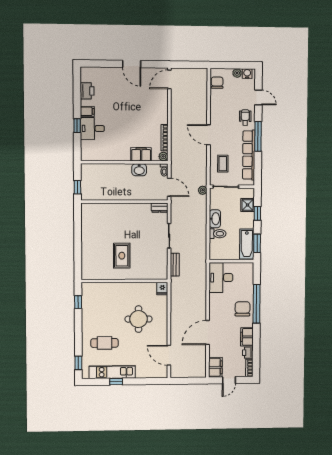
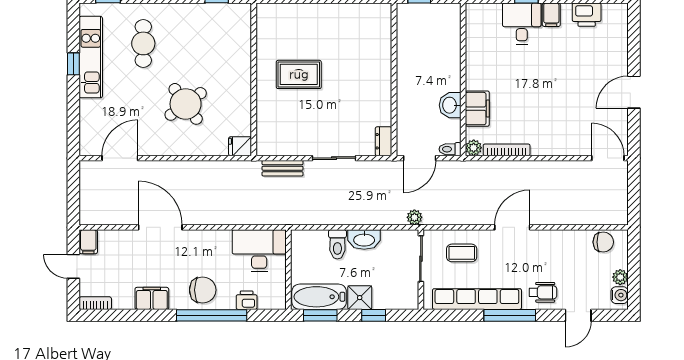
shower: (248, 205) -> (360, 298), moved
round table: (139, 319) -> (186, 104), turned -36
printer: (248, 353) -> (247, 300), moved
filing cabinet: (215, 367) -> (88, 242), width x0.50

